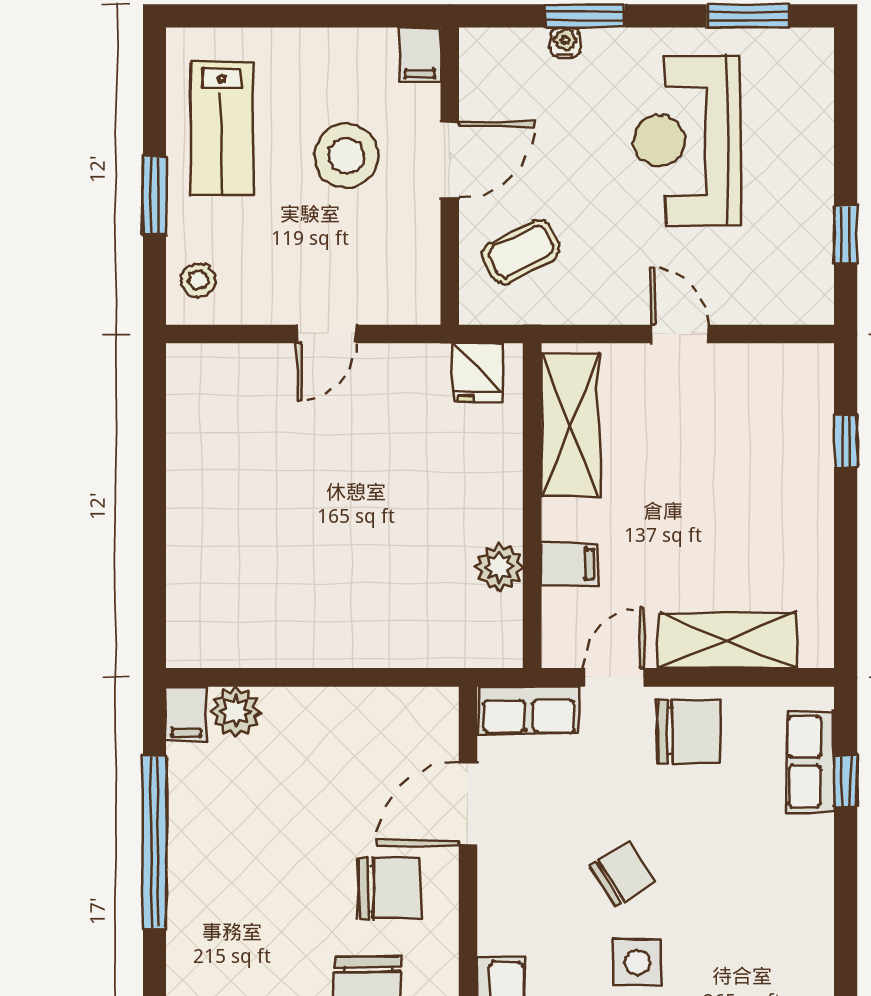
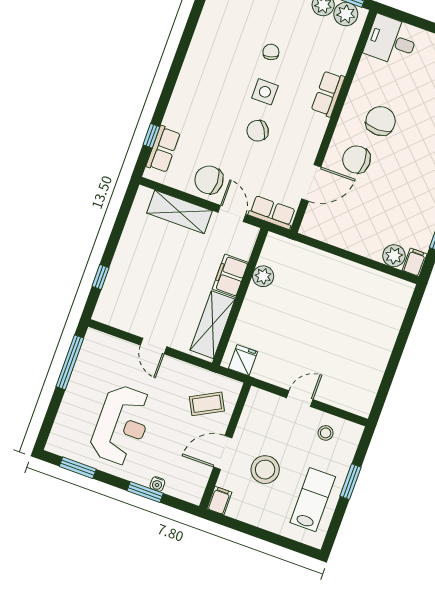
window: (846, 235) -> (70, 362), width x2.17
stool: (198, 280) -> (326, 433), moved
filing cabinet: (570, 564) -> (230, 276), width x2.00
door: (614, 677) -> (232, 213), swing flipped

